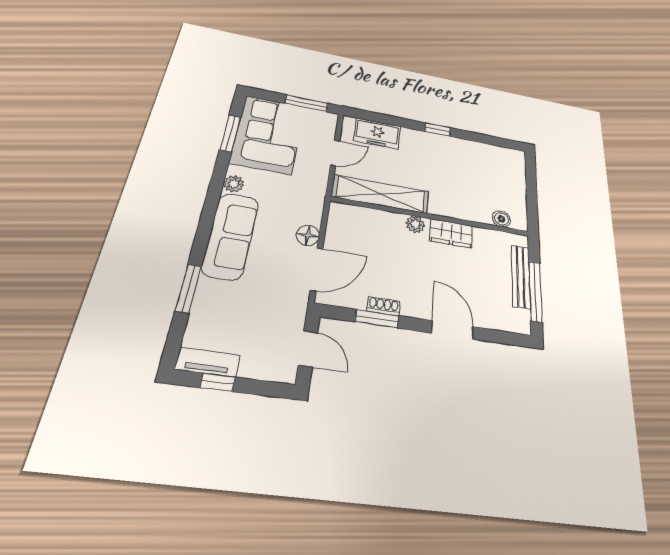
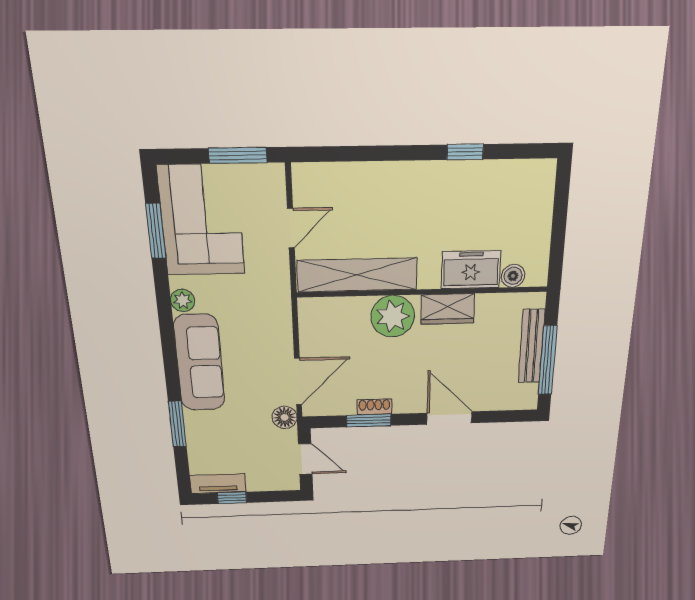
window: (438, 130) -> (465, 152), moved
freezer: (377, 134) -> (471, 270), moved, turned 180
plant: (415, 224) -> (393, 316), width x1.88, depth x1.88
floor lamp: (308, 235) -> (285, 417), moved

